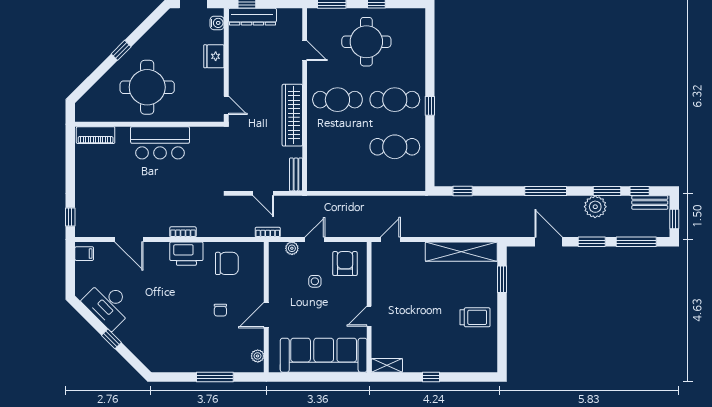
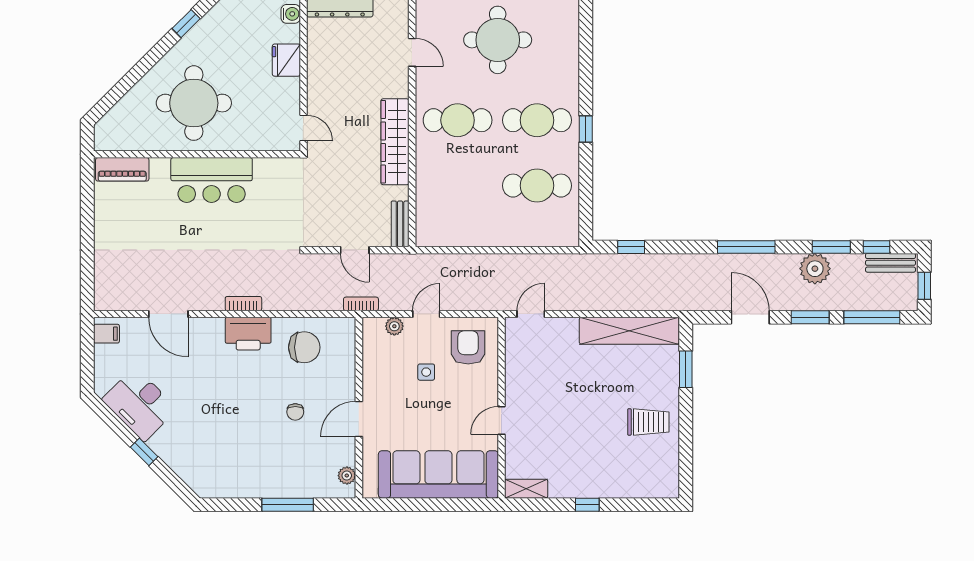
window: (121, 50) -> (186, 24), moved
window: (70, 217) -> (87, 283), removed

